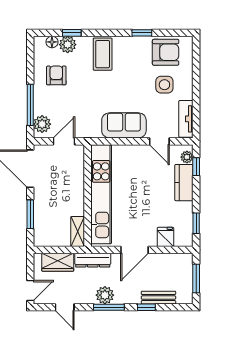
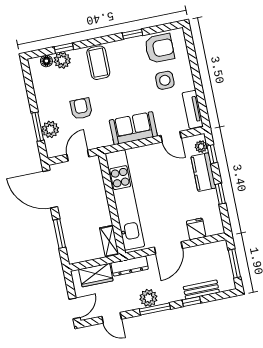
armchair: (56, 75) -> (81, 109), moved
window: (30, 105) -> (38, 127), width x0.69
plant: (42, 124) -> (50, 129), moved
window: (196, 223) -> (220, 194), moved

